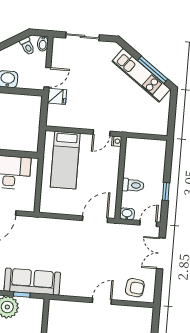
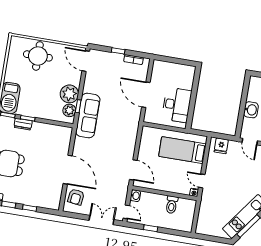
fridge: (57, 96) -> (221, 146), moved
toilet: (133, 185) -> (172, 205), moved
door: (102, 301) -> (68, 170), width x1.88
plant: (28, 305) -> (69, 110), added

